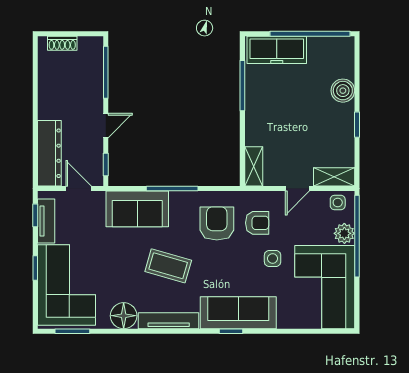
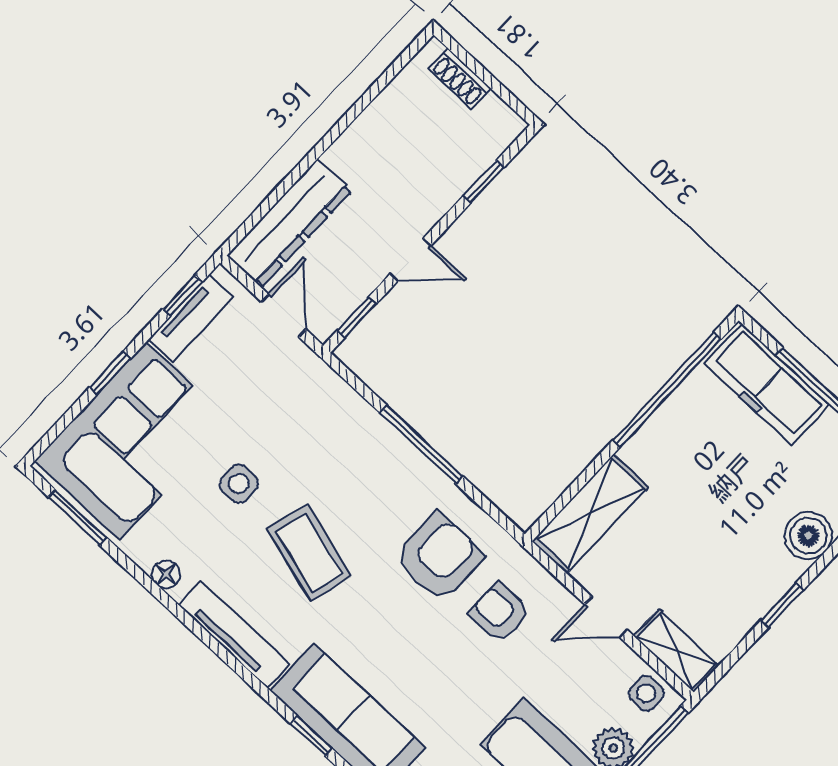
window: (106, 72) -> (484, 181), width x0.46
window: (242, 86) -> (667, 390), width x1.46
shelving: (254, 166) -> (590, 514), width x1.50, depth x1.33
sofa: (137, 209) -> (342, 427), removed
armchair: (257, 223) -> (499, 612), turned 180
side table: (273, 258) -> (239, 484), moved
floor lamp: (124, 316) -> (166, 574), width x0.53, depth x0.53

